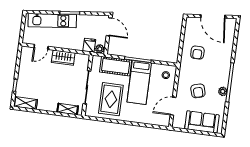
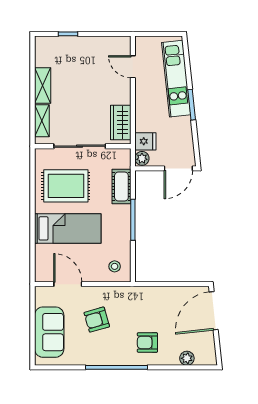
door: (213, 16) -> (214, 311), moved
armchair: (197, 53) -> (147, 342), moved
wardrobe: (63, 58) -> (121, 122), moved
cot: (116, 66) -> (121, 187), width x0.73, depth x0.75
bed: (139, 82) -> (68, 228), moved, turned 180
plant: (223, 91) -> (187, 358), moved
shelving: (25, 103) -> (43, 85), moved

